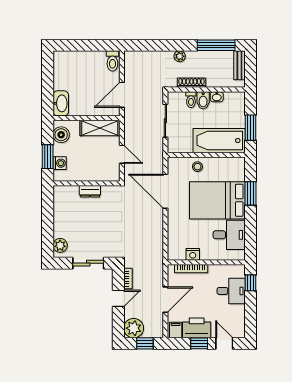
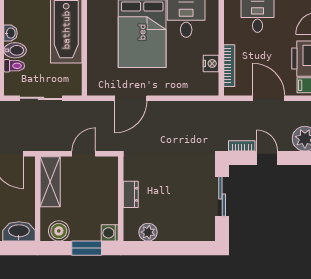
washing machine: (60, 163) -> (110, 233), moved, turned -90
stool: (197, 167) -> (99, 57), removed
door: (165, 191) -> (131, 98), width x0.73
plant: (60, 245) -> (148, 232), moved

